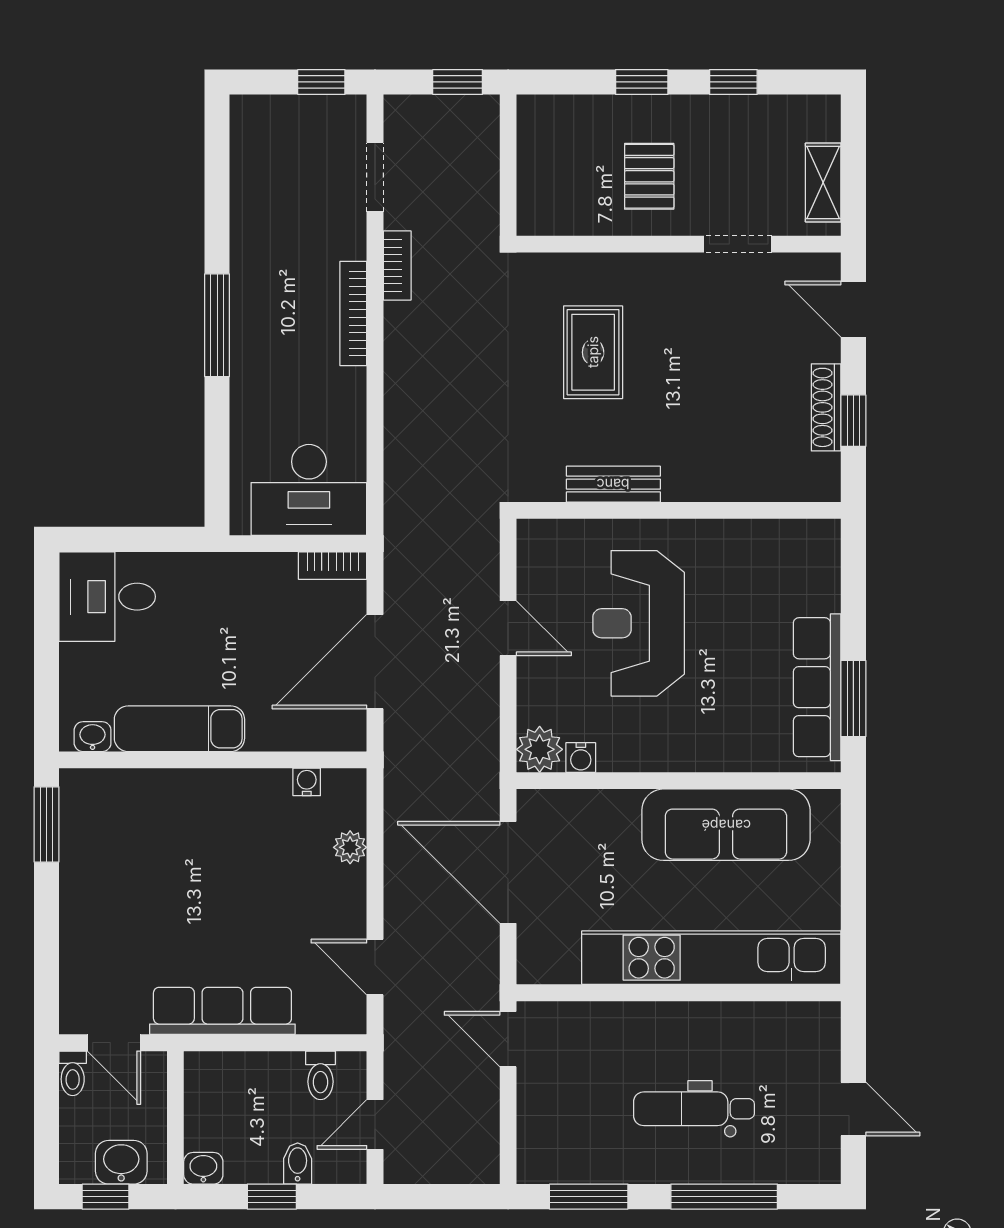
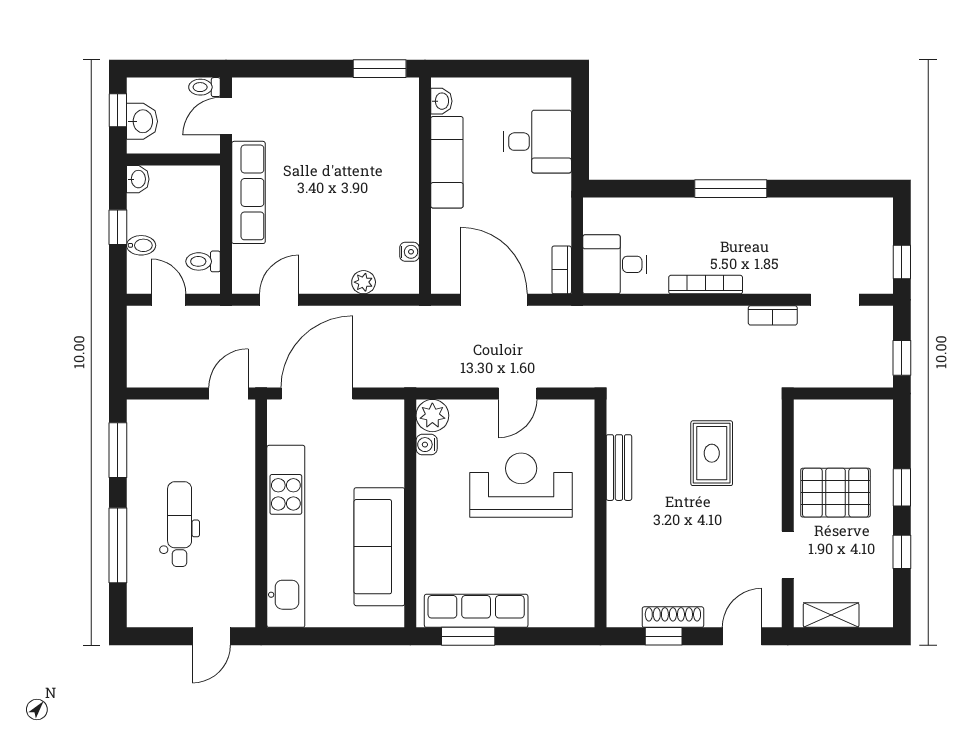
pallet: (649, 176) -> (836, 493), width x1.50, depth x1.42
bookcase: (353, 313) -> (706, 285), moved
rug: (593, 352) -> (712, 453), turned 90
desk: (309, 490) -> (615, 264), width x0.73
desk: (107, 597) -> (537, 142), moved, turned 90
door: (508, 872) -> (317, 393), moved
door: (853, 1109) -> (211, 636), moved

